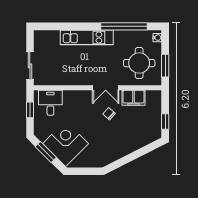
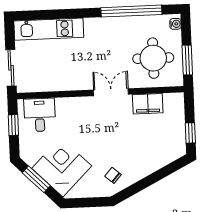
kitchen unit: (87, 37) -> (49, 29), moved
double door: (106, 88) -> (111, 92), swing flipped
chair: (109, 114) -> (113, 175), moved

